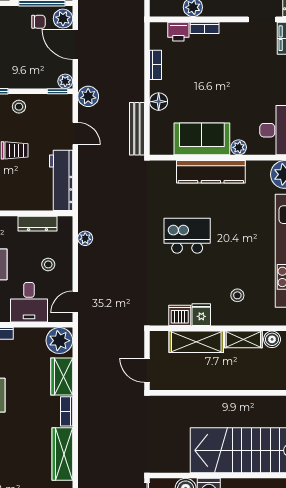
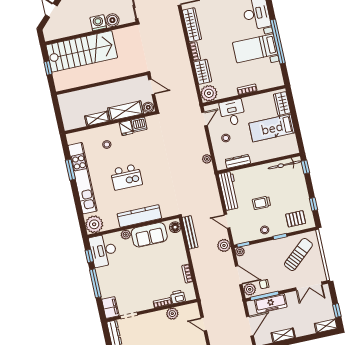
floor lamp: (159, 102) -> (175, 227), moved
kitchen island: (187, 236) -> (126, 177), moved
boiler: (272, 339) -> (148, 107), moved

